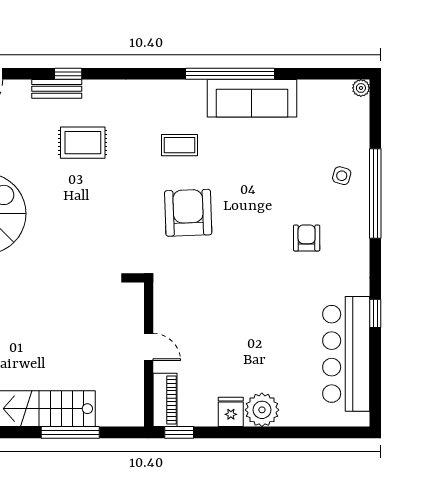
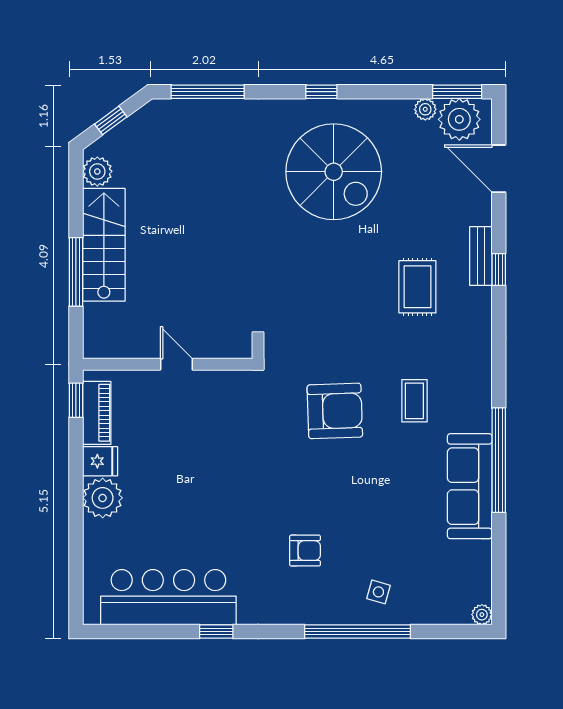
door: (149, 347) -> (176, 364), swing flipped
piano: (165, 400) -> (97, 413), moved, turned -90

